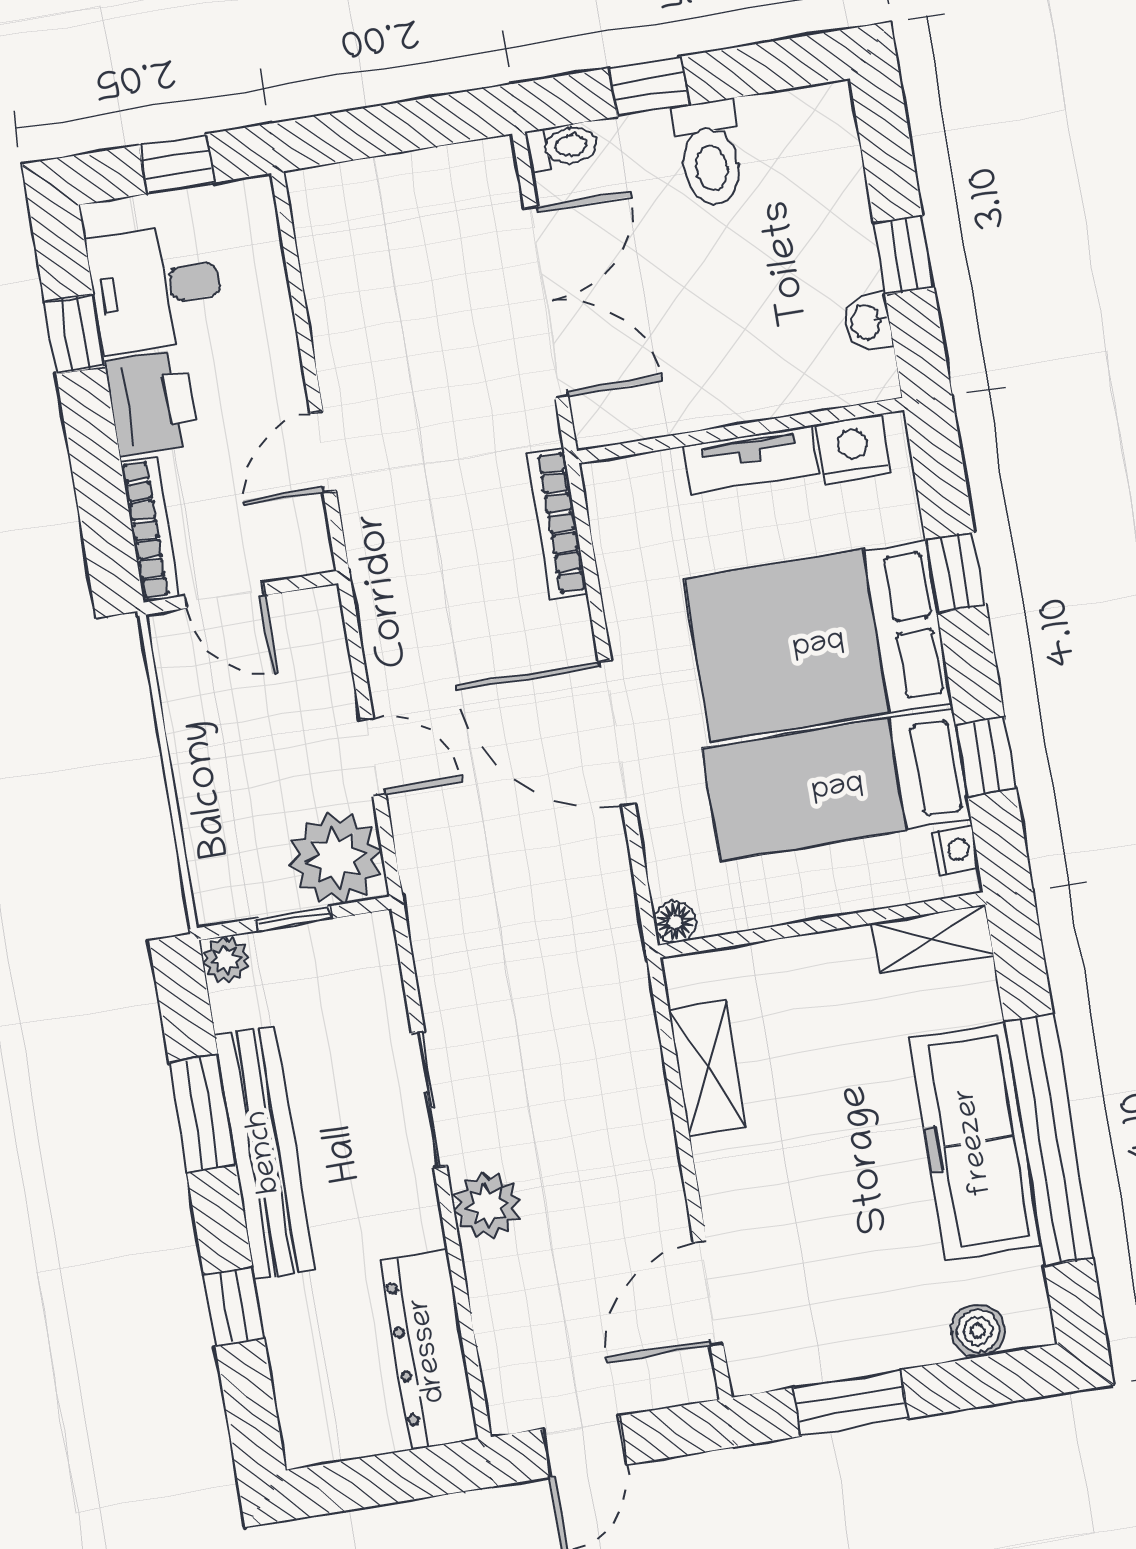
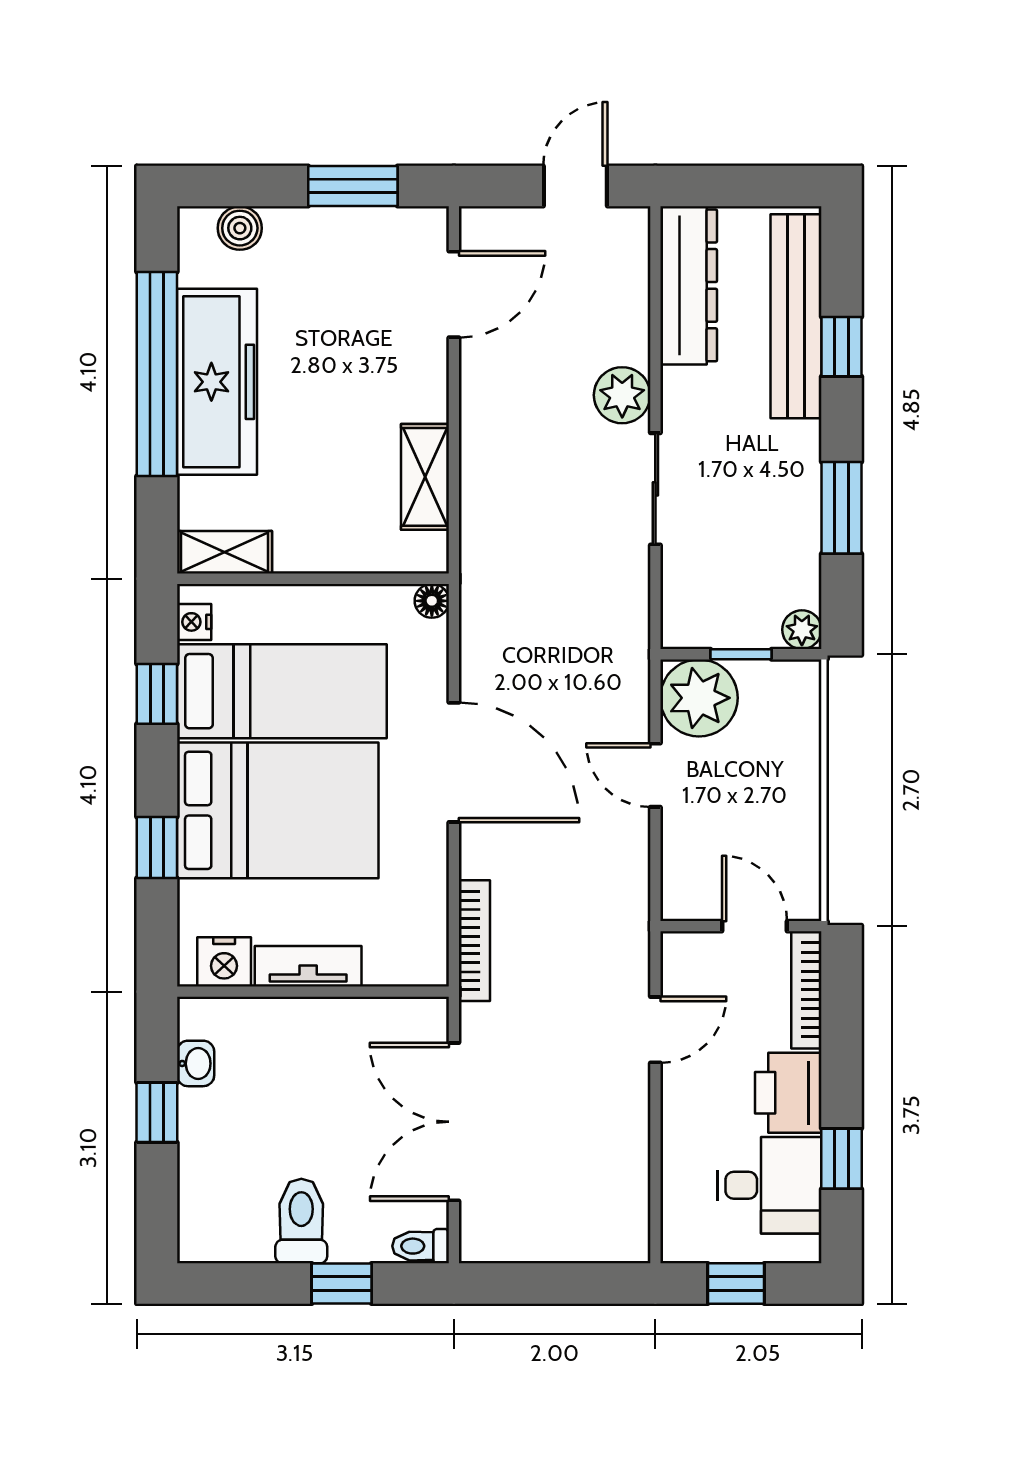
bench: (265, 1152) -> (796, 316), moved

